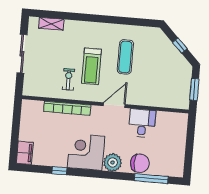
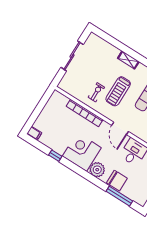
shelving: (51, 24) -> (128, 60), moved
door: (114, 105) -> (120, 128), swing flipped
filing cabinet: (25, 153) -> (34, 133), width x0.50

